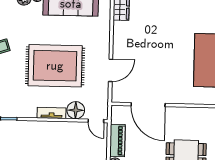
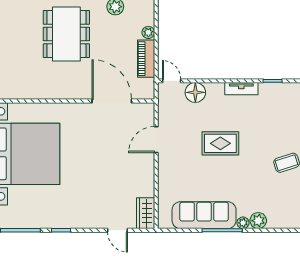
rug: (55, 66) -> (220, 143), width x0.54, depth x0.49
tv unit: (52, 113) -> (241, 89), moved

